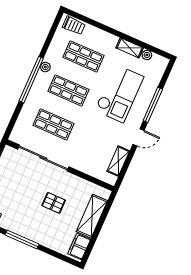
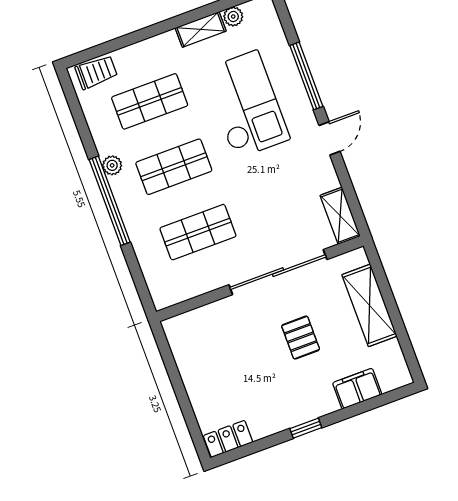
sliding door: (43, 158) -> (278, 272), moved
shelving: (118, 161) -> (340, 216), moved
pallet: (54, 203) -> (301, 338), turned 90
window: (22, 239) -> (306, 428), width x0.46
filing cabinet: (79, 246) -> (357, 389), moved, turned 90

